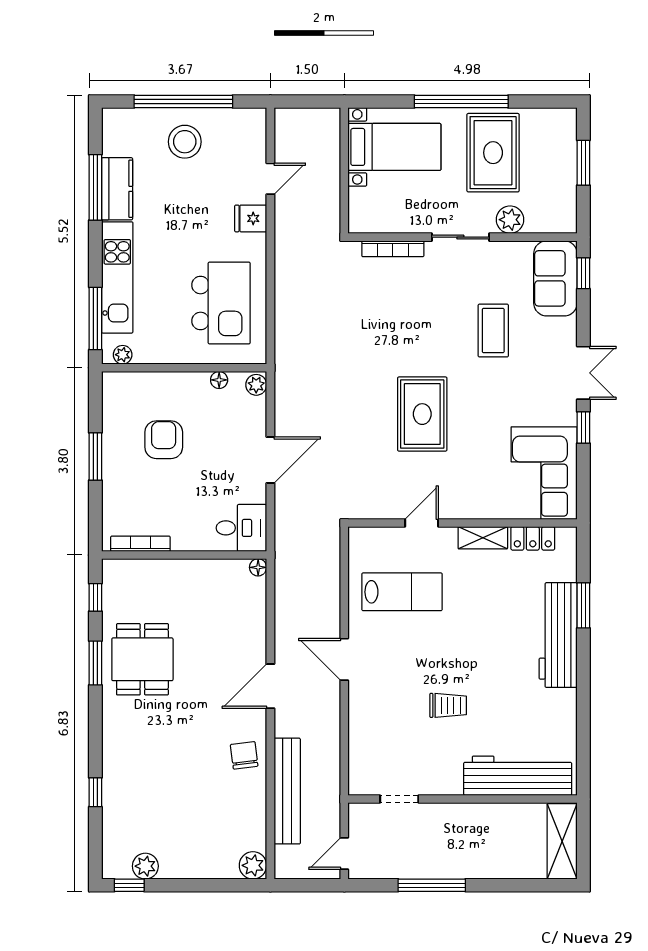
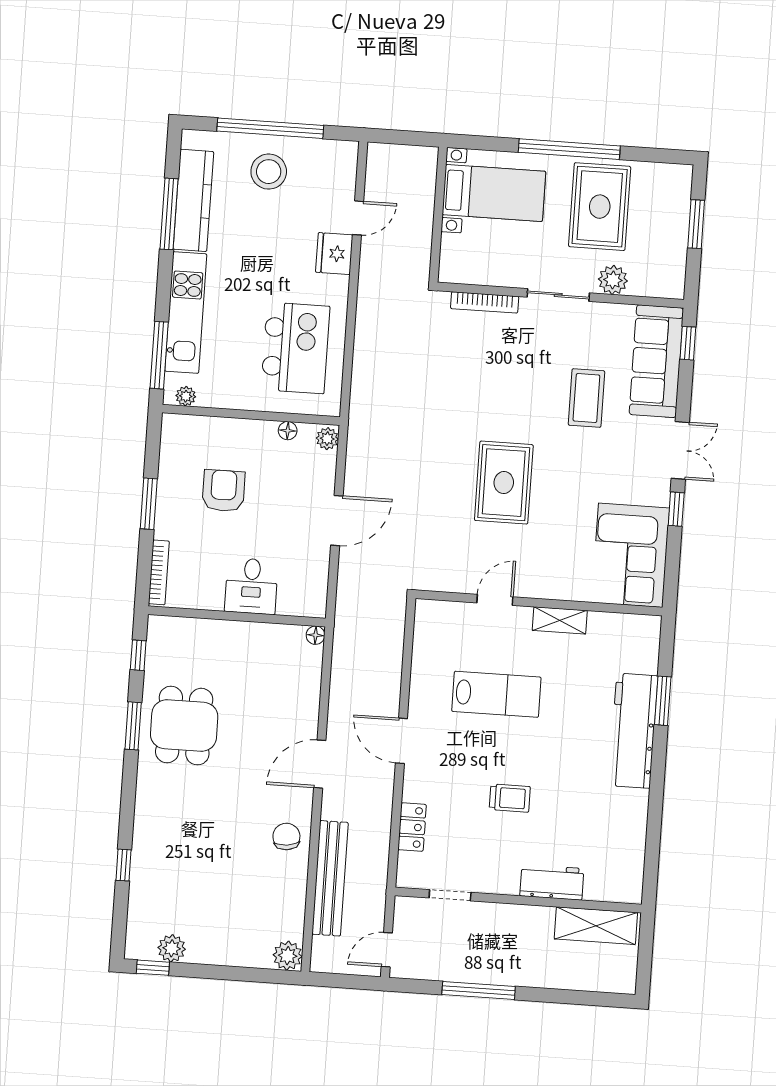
kitchen counter: (117, 189) -> (193, 200), width x1.50
fridge: (251, 218) -> (334, 254), width x1.38
sofa: (555, 278) -> (656, 361), width x1.36
desk: (241, 528) -> (251, 586), moved, turned 90
locker: (533, 538) -> (412, 827), moved, turned -90
bookcase: (140, 544) -> (159, 572), moved, turned 90
lab bench: (402, 592) -> (496, 694), moved
workbench: (518, 776) -> (552, 882), width x0.53, depth x0.76
shelving: (562, 841) -> (596, 926), moved, turned 90

